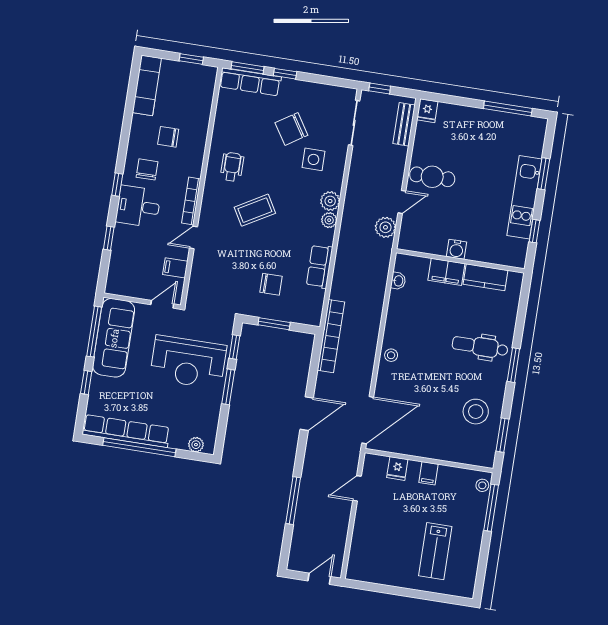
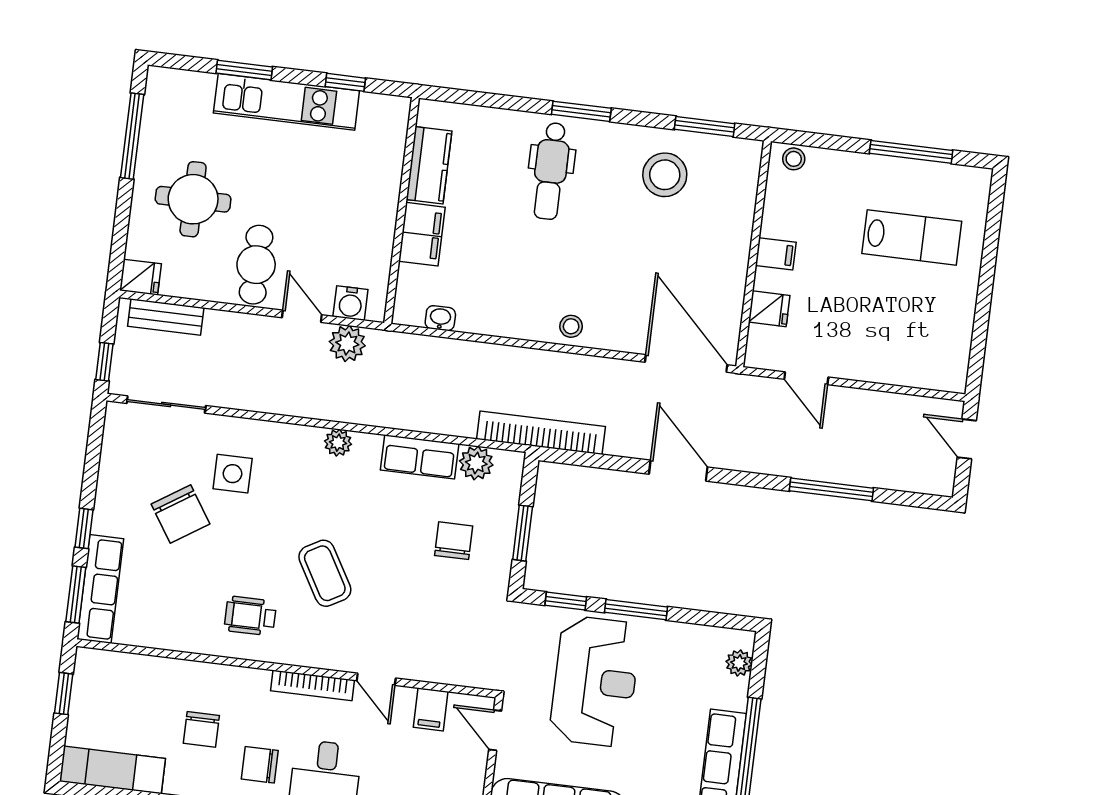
round table: (471, 142) -> (193, 199), added
plant: (330, 201) -> (476, 463), moved
water cooler: (457, 249) -> (350, 303), moved, turned 90
window: (491, 508) -> (911, 152), moved

